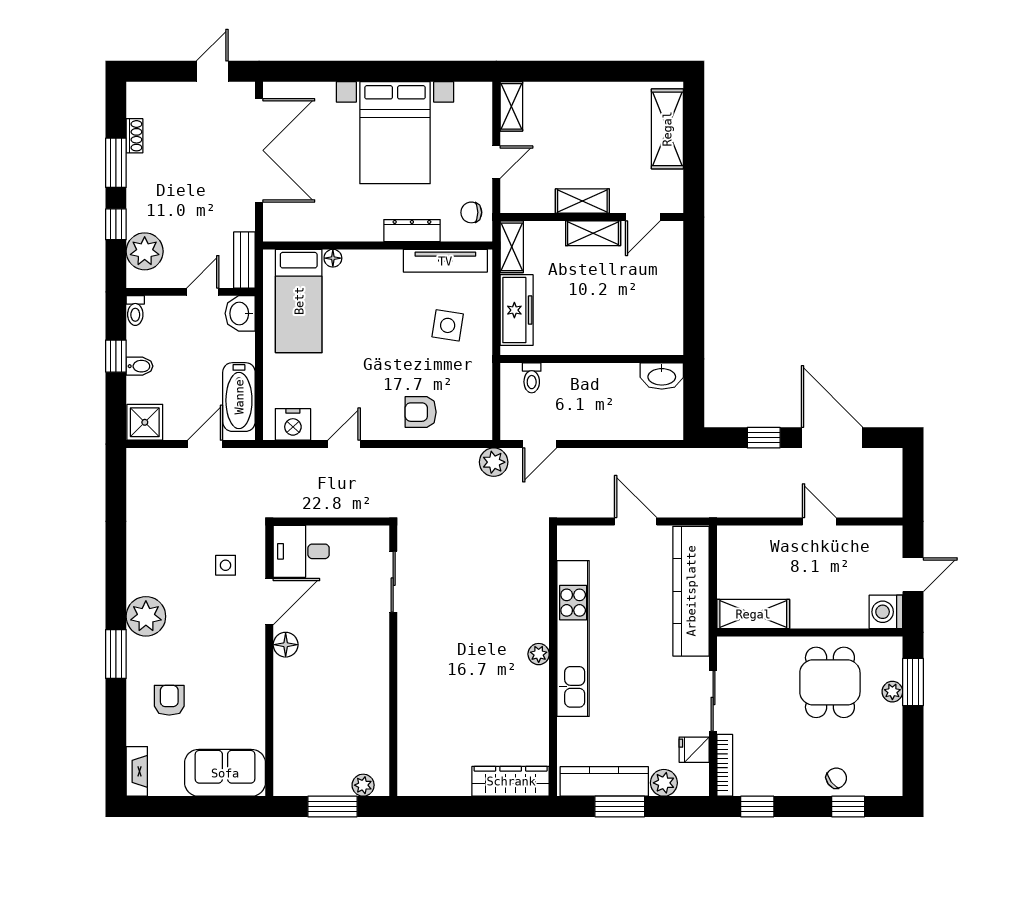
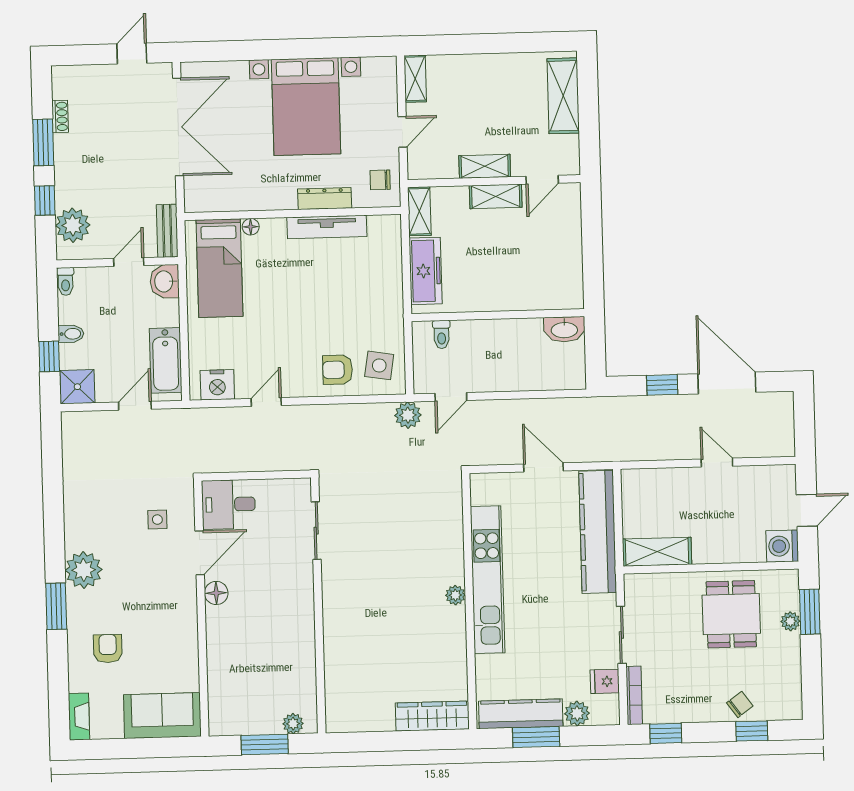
tv unit: (445, 261) -> (327, 227), moved
side table: (448, 325) -> (379, 365), moved
window: (116, 356) -> (49, 356), moved

